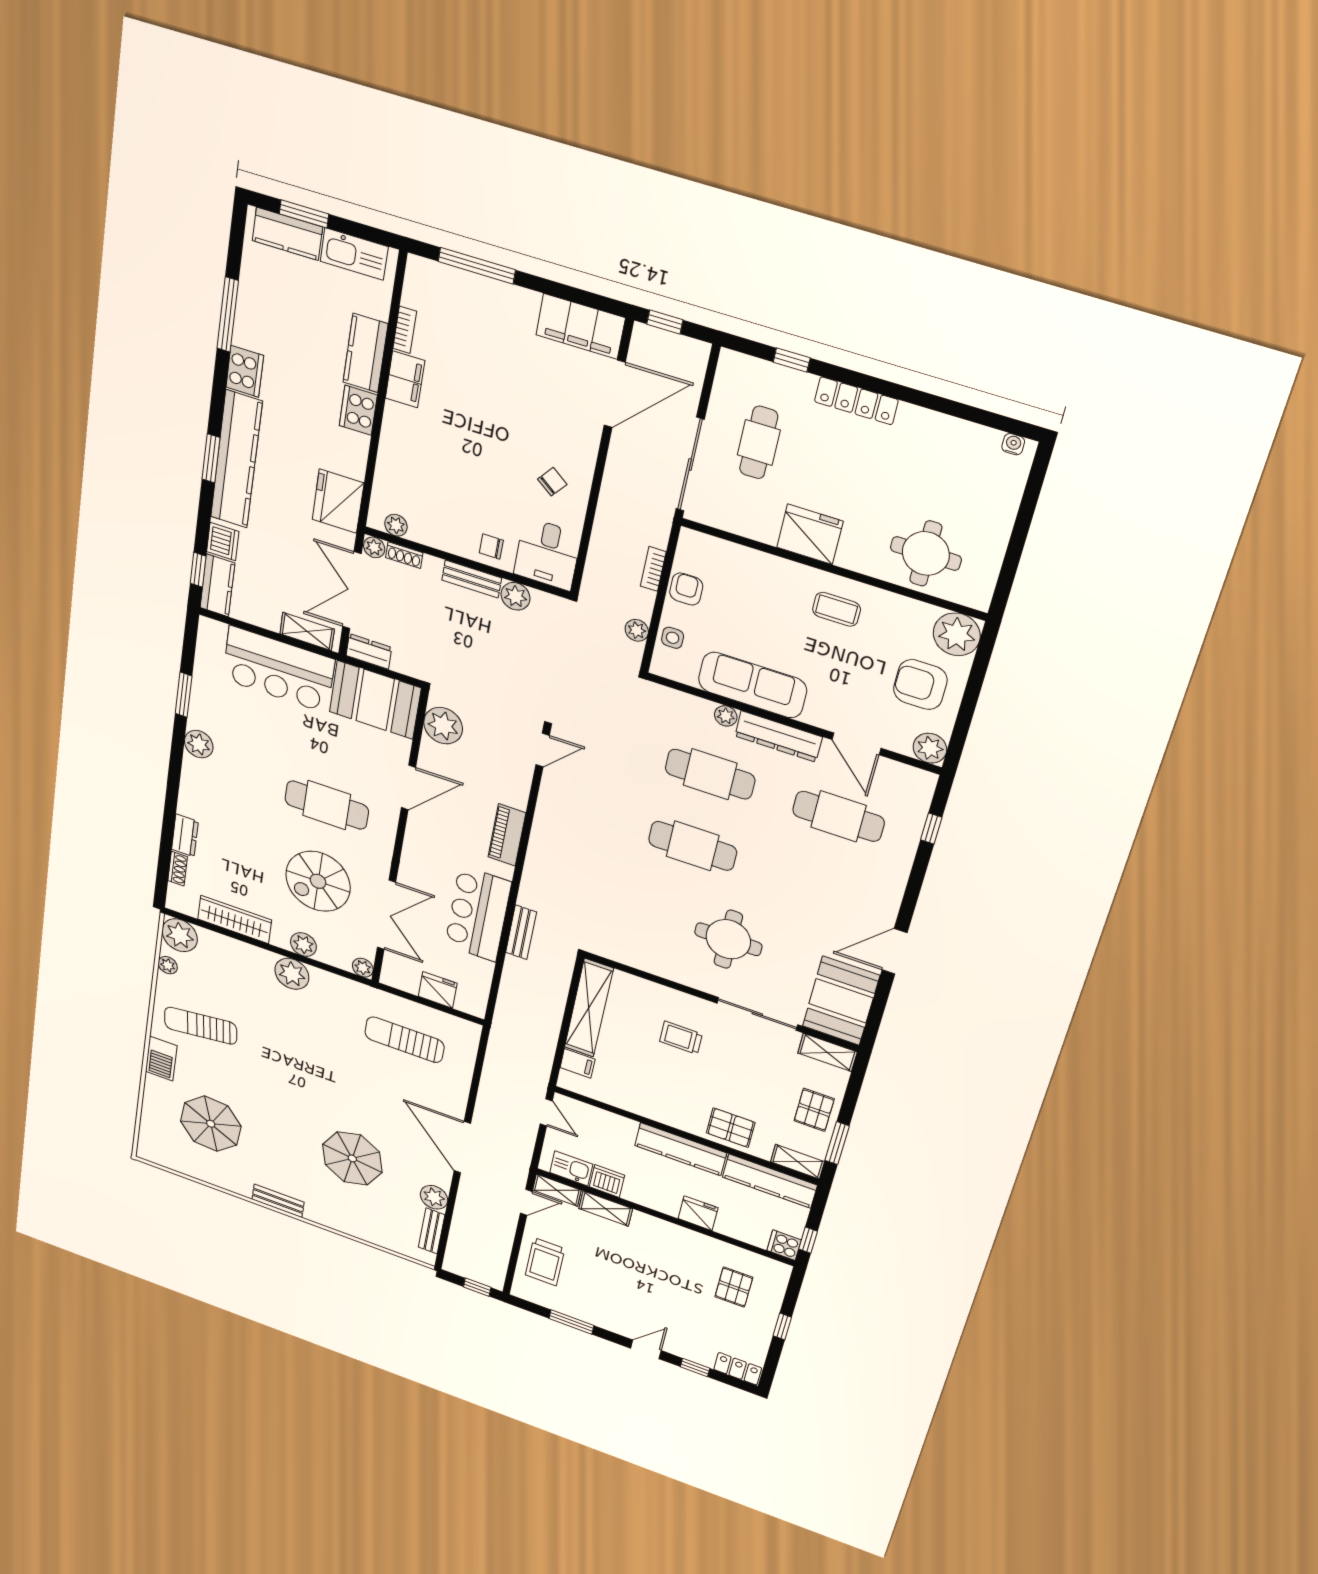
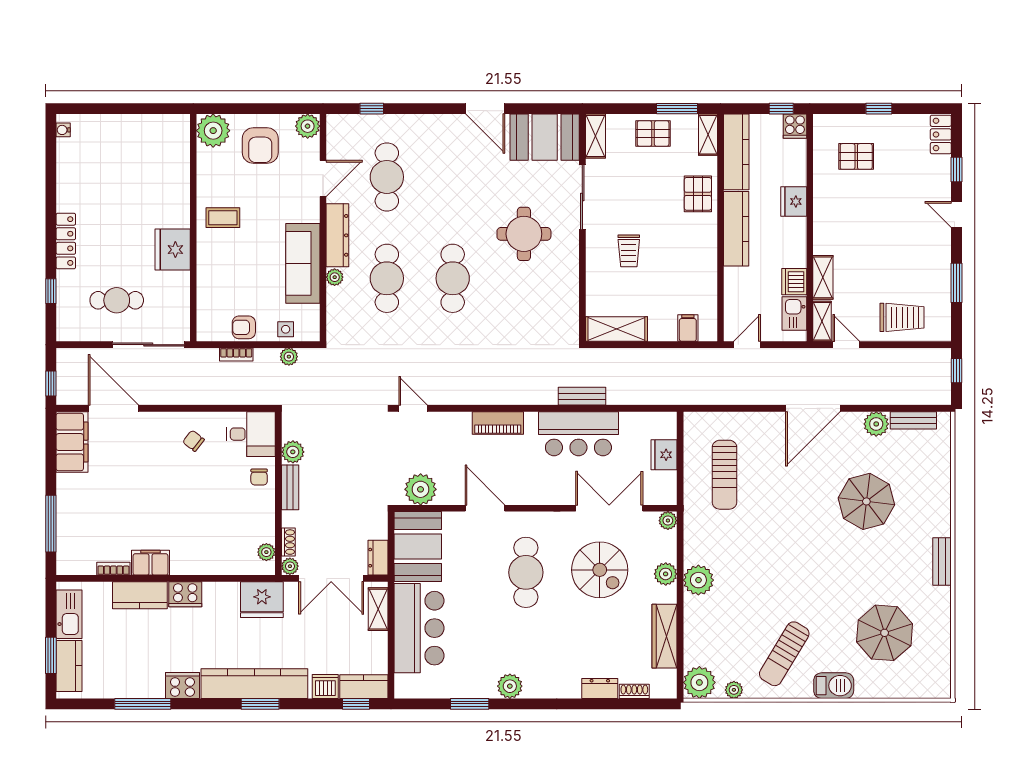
round table: (926, 553) -> (160, 167), removed
coffee table: (836, 609) -> (223, 218), turned 90
shelving: (589, 1008) -> (616, 329), width x0.68
sun lounger: (201, 1026) -> (784, 654), turned 38

